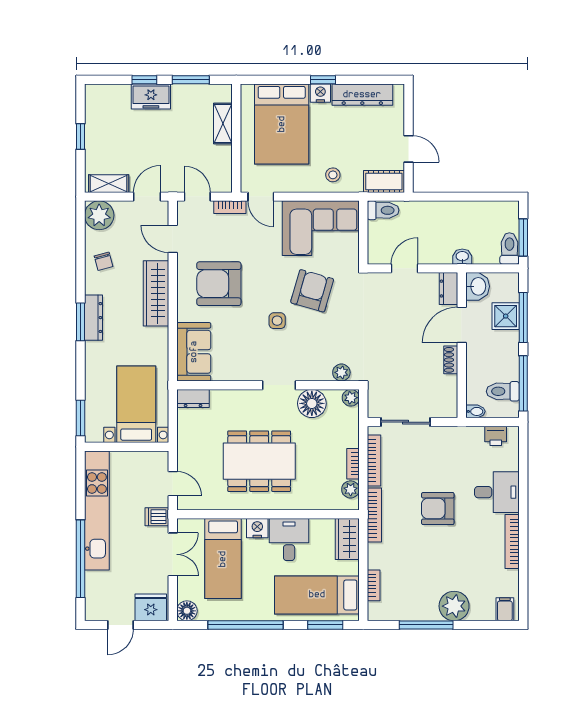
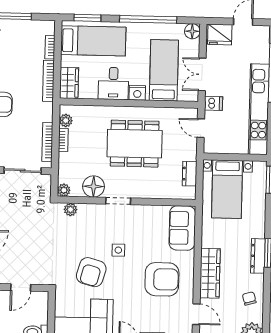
dresser: (193, 398) -> (190, 174), moved, turned -90
bookcase: (374, 515) -> (49, 81), moved

